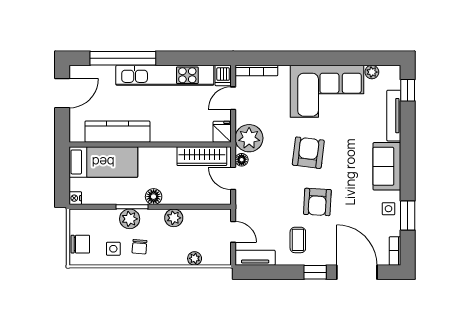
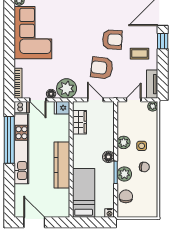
window: (123, 58) -> (9, 140), moved
kitchen counter: (117, 132) -> (62, 165), moved
armchair: (308, 153) -> (102, 68), moved
wardrobe: (202, 156) -> (79, 122), width x0.67
floor lamp: (242, 160) -> (51, 94), moved
door: (233, 178) -> (95, 100), swing flipped
chair: (80, 244) -> (126, 196), moved
side table: (113, 249) -> (142, 146), moved
plant: (195, 258) -> (153, 106), moved

